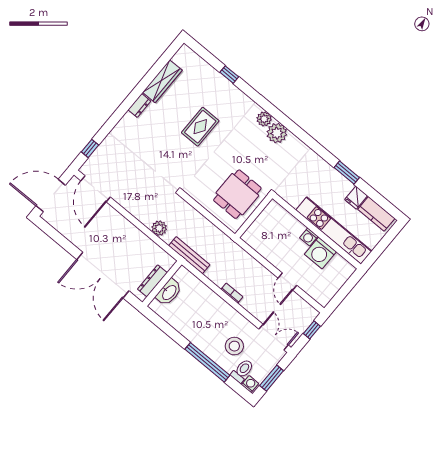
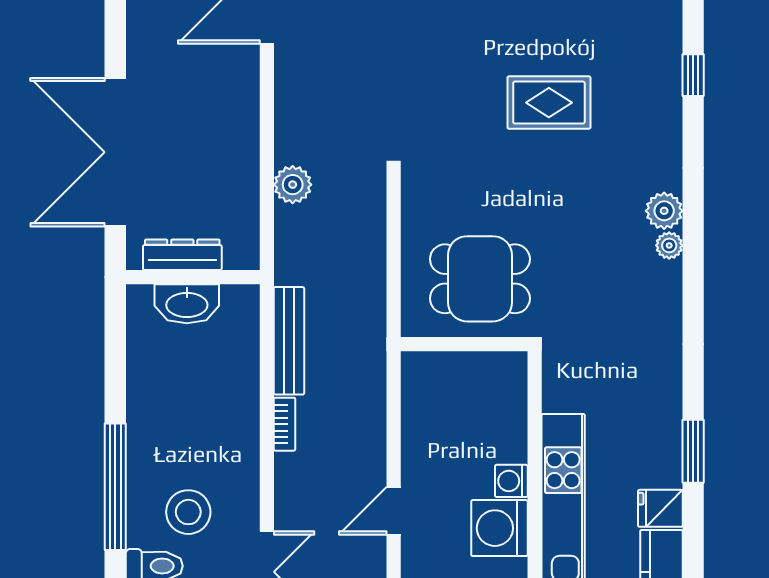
plant: (277, 133) -> (669, 245), width x0.53, depth x0.53
bench: (189, 255) -> (289, 341), moved

